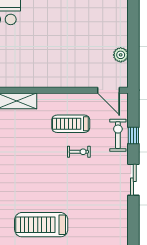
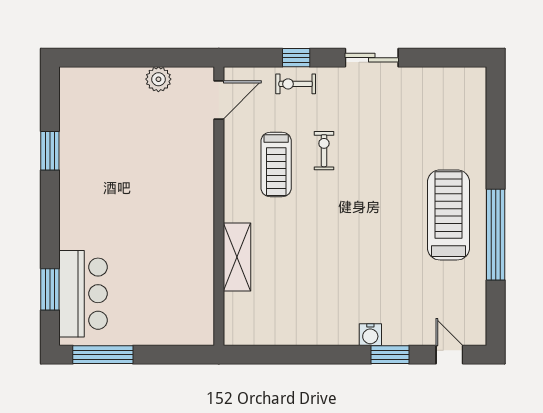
exercise bike: (118, 135) -> (296, 84), width x0.73, depth x0.72
treadmill: (41, 225) -> (448, 215), turned 180

